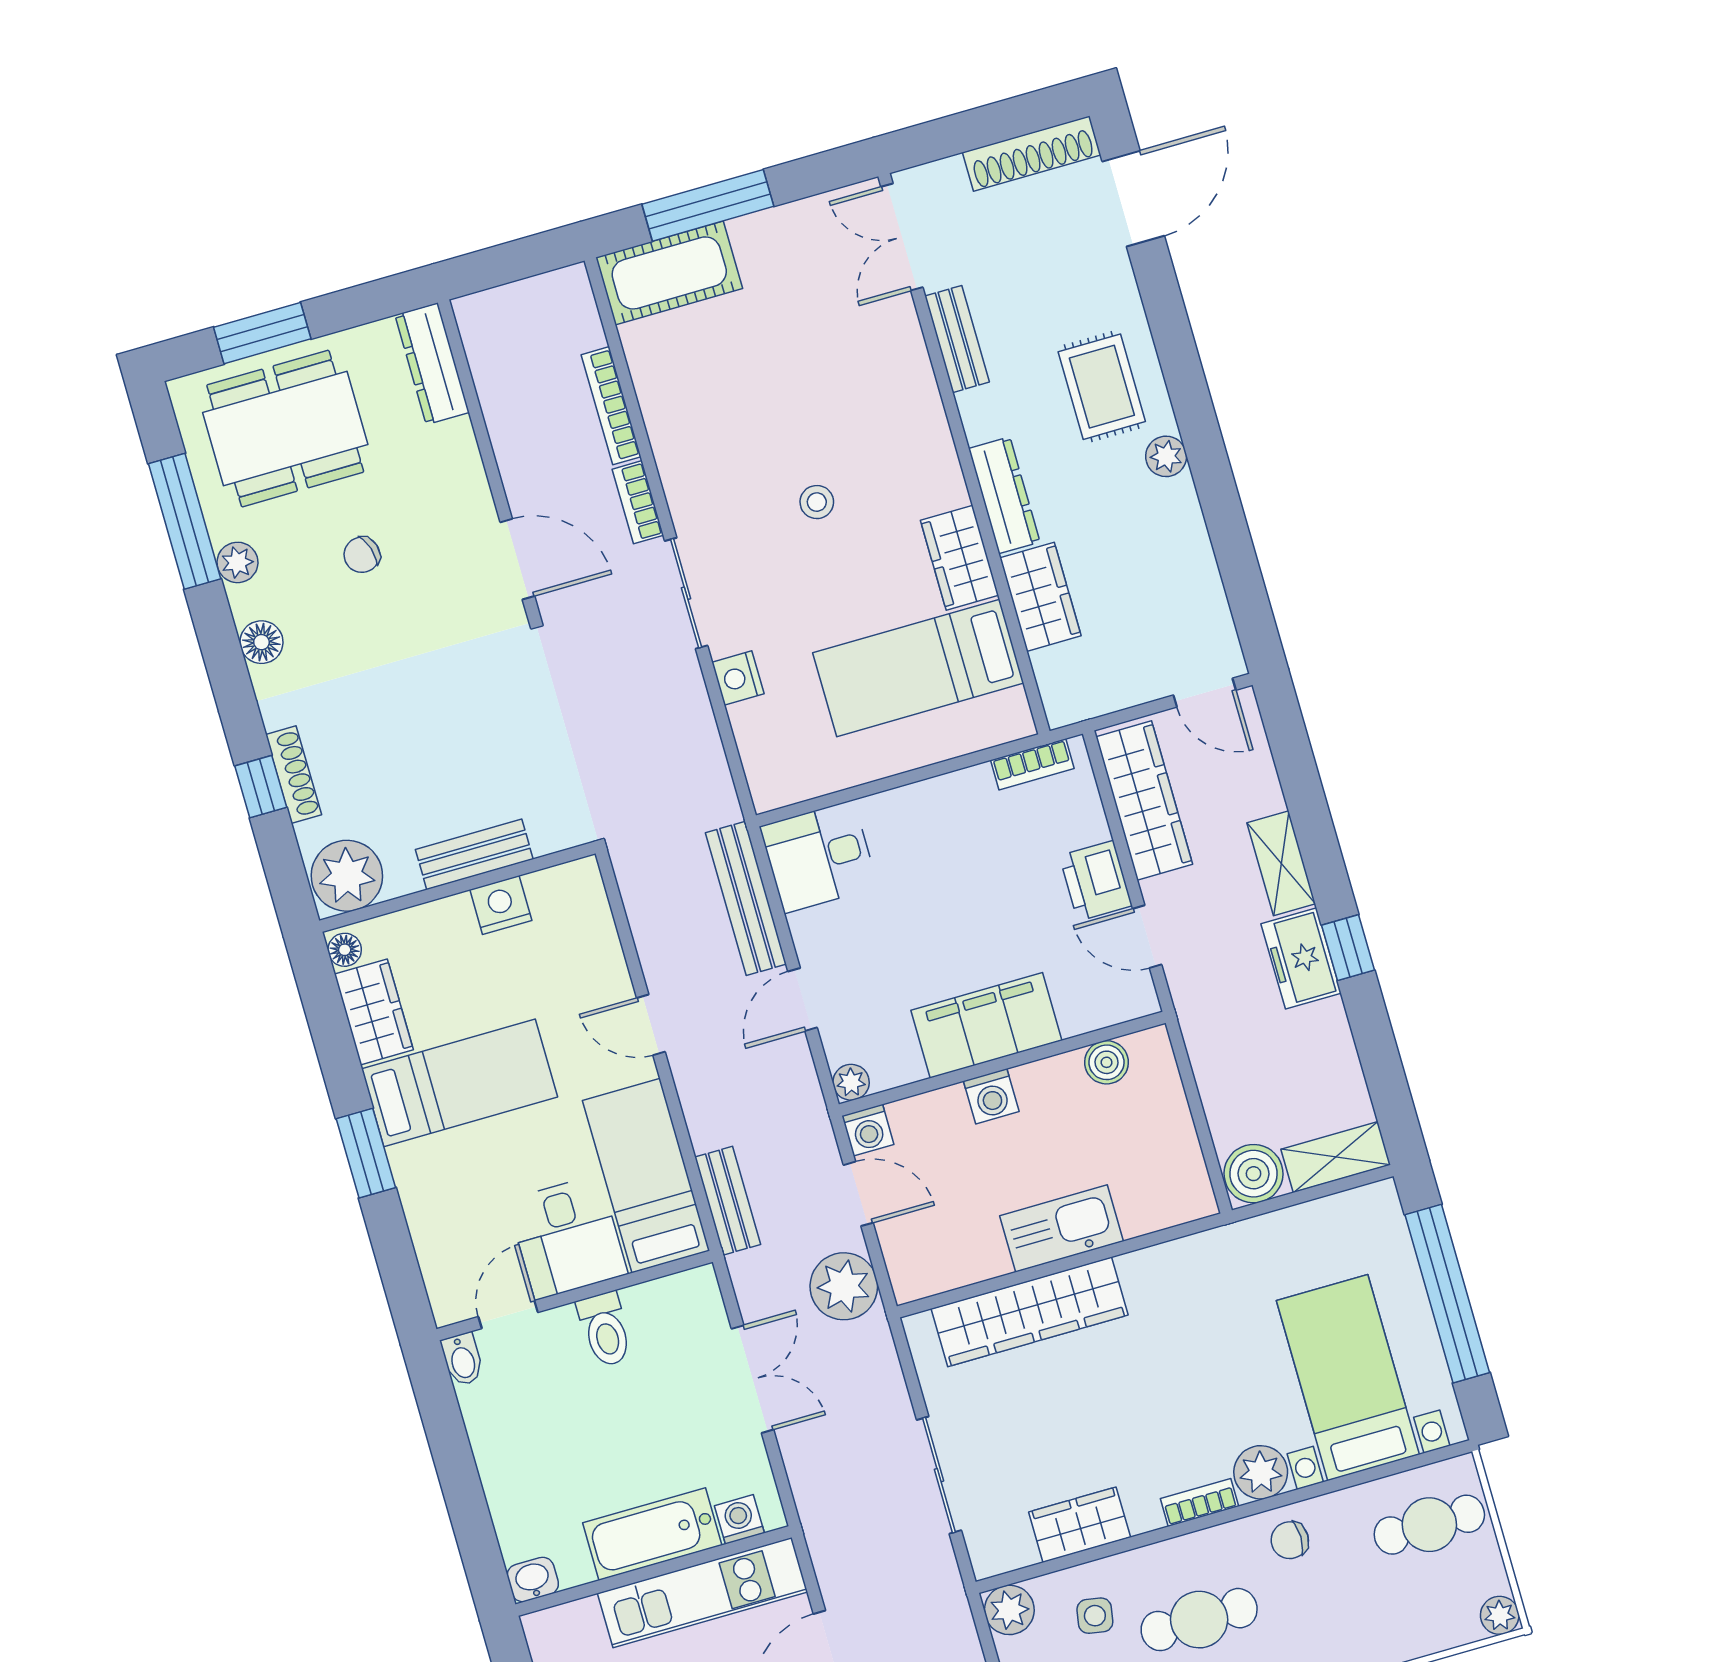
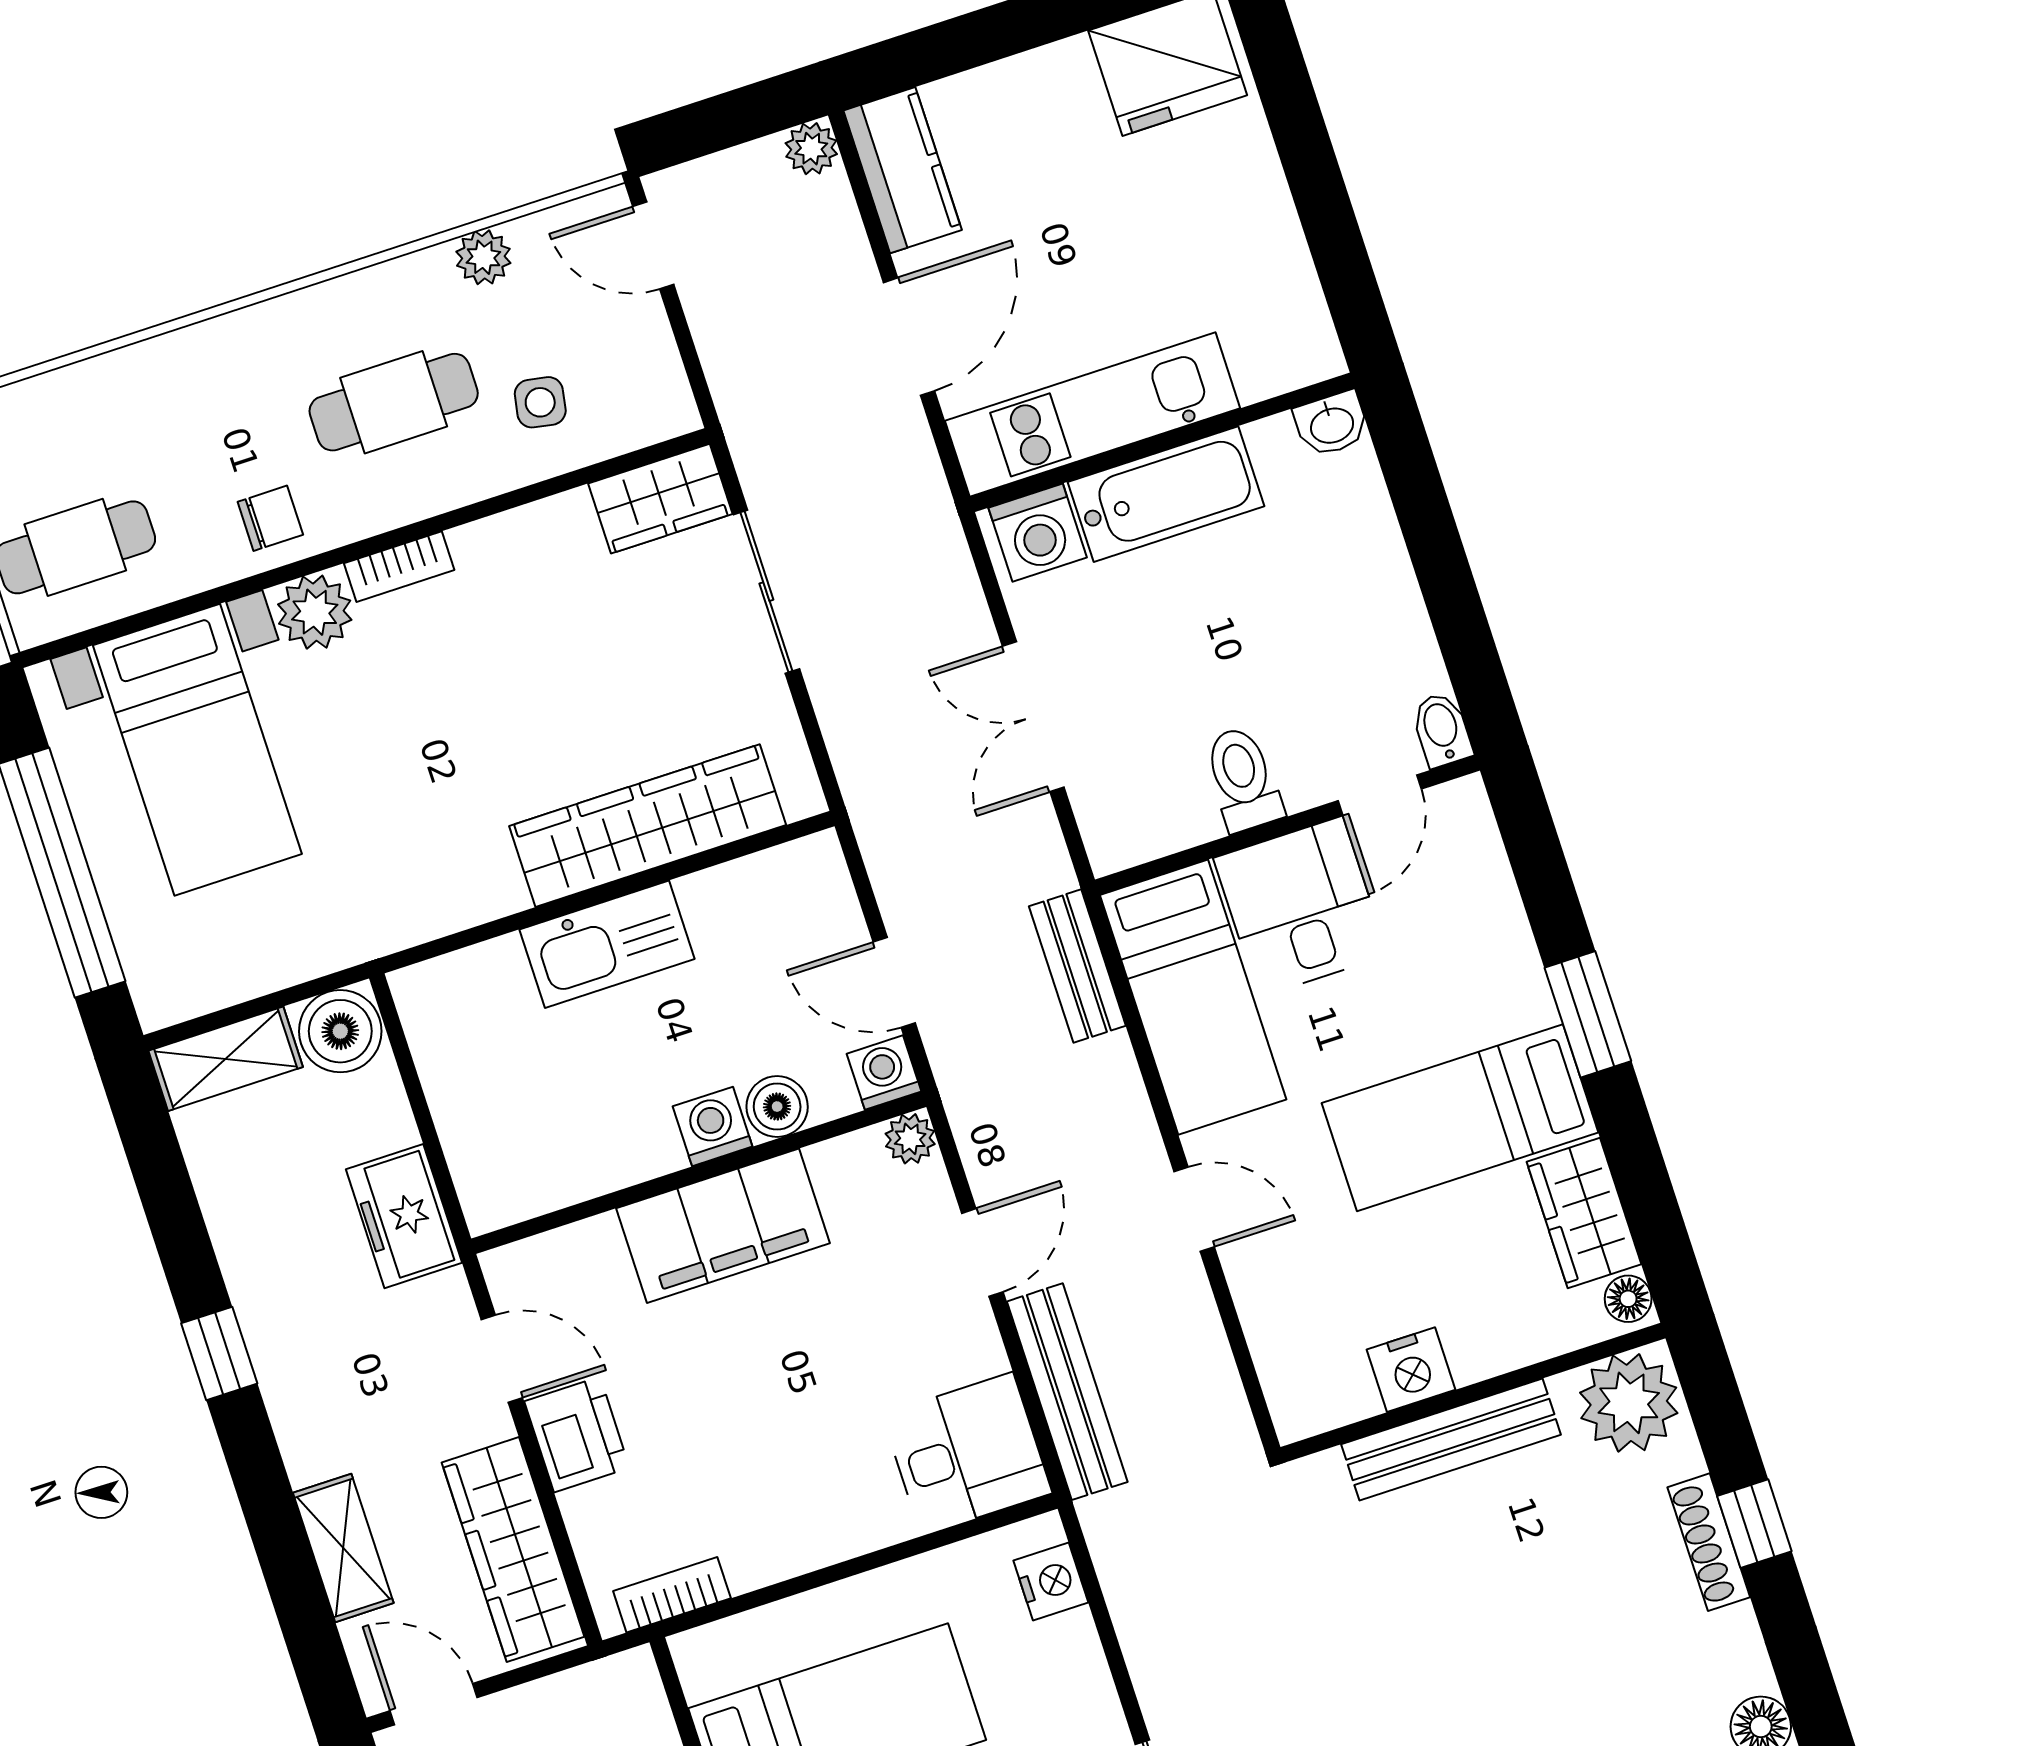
nightstand: (738, 678) -> (1051, 1581), moved
bench: (474, 854) -> (1451, 1439), width x1.36
shelving: (1281, 863) -> (343, 1548), moved
freezer: (1301, 958) -> (404, 1216), moved, turned 180
boiler: (1107, 1062) -> (777, 1107), moved
plant: (844, 1286) -> (910, 852), removed
washing machine: (739, 1519) -> (1038, 533), width x1.38, depth x1.38
wardrobe: (1080, 1525) -> (660, 499), moved
plant: (1009, 1610) -> (661, 406), removed

